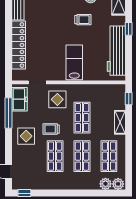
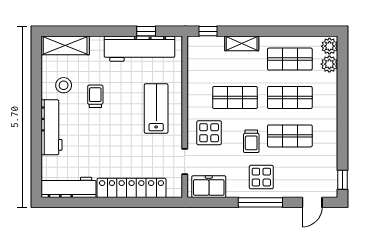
window: (129, 29) -> (146, 31), moved
lab bench: (74, 62) -> (156, 108), turned 90
window: (8, 113) -> (260, 202), moved

